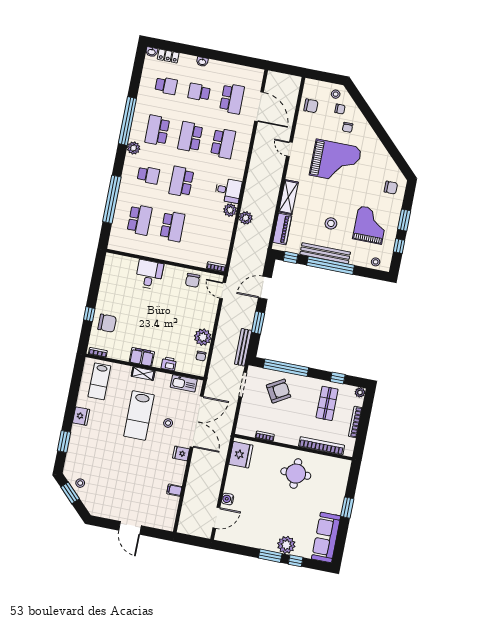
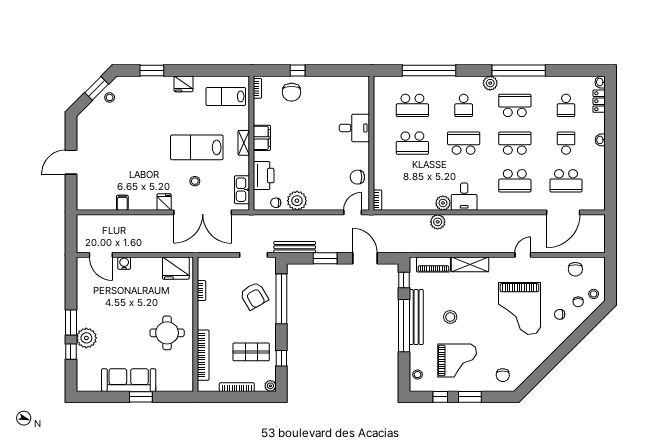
printer: (169, 364) -> (264, 176), width x1.87, depth x1.48
sofa: (326, 537) -> (129, 380), moved

